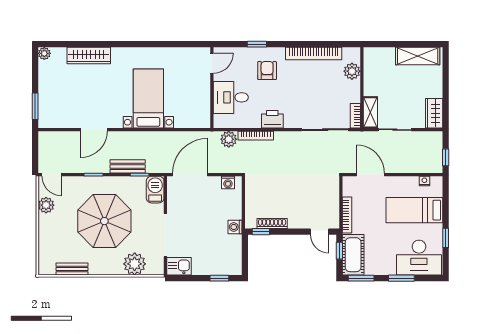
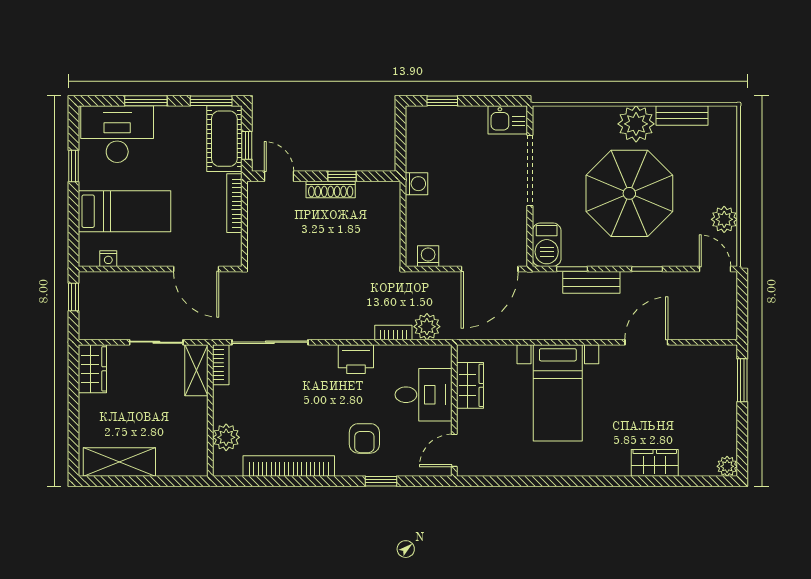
wardrobe: (89, 56) -> (655, 463), width x0.67
wardrobe: (202, 103) -> (470, 385), added
bookcase: (256, 136) -> (393, 332), width x0.64
shoe rack: (272, 223) -> (331, 190), moved
window: (261, 232) -> (342, 176), moved
plant: (135, 264) -> (636, 124), moved

